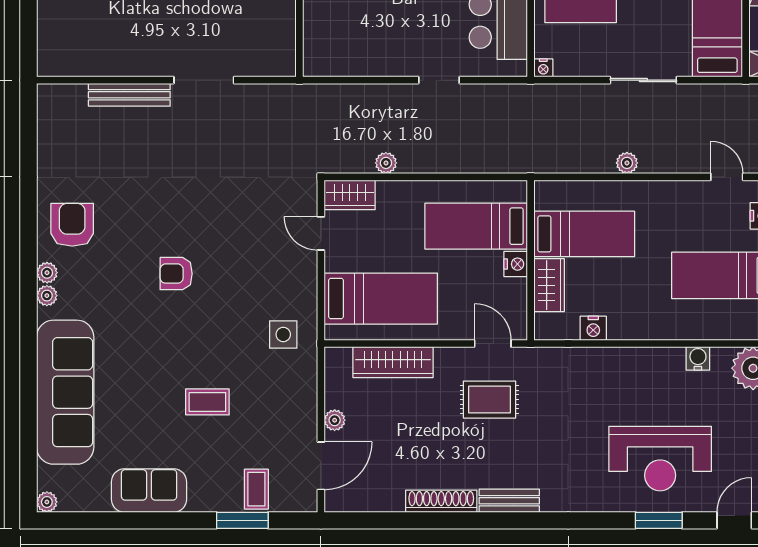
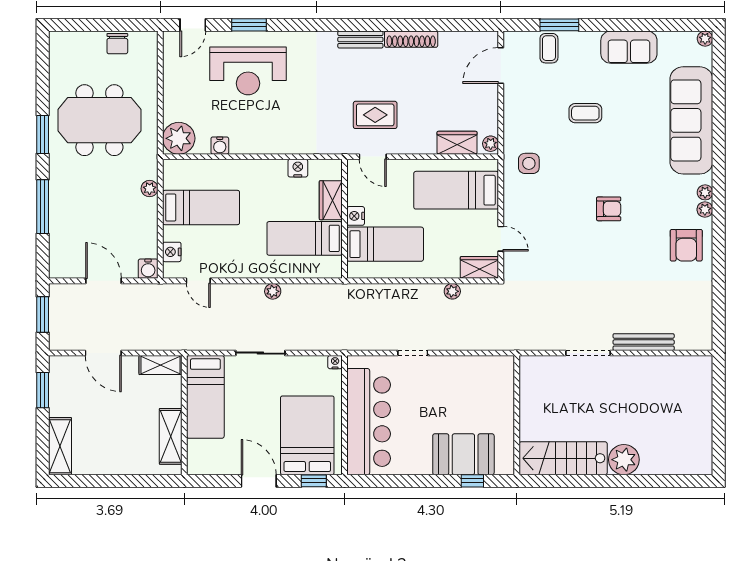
wardrobe: (393, 362) -> (457, 143), width x0.67
plant: (335, 420) -> (491, 144), moved
reception desk: (660, 459) -> (248, 71), turned 180

